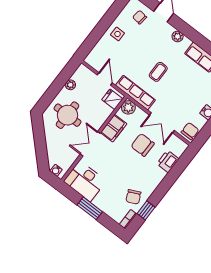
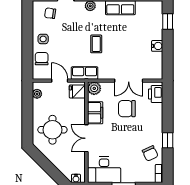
plant: (70, 85) -> (37, 94), moved
row of seats: (135, 93) -> (85, 73), width x0.68
chair: (190, 131) -> (42, 59), moved
printer: (168, 161) -> (156, 94), moved
window: (146, 210) -> (168, 140), moved

